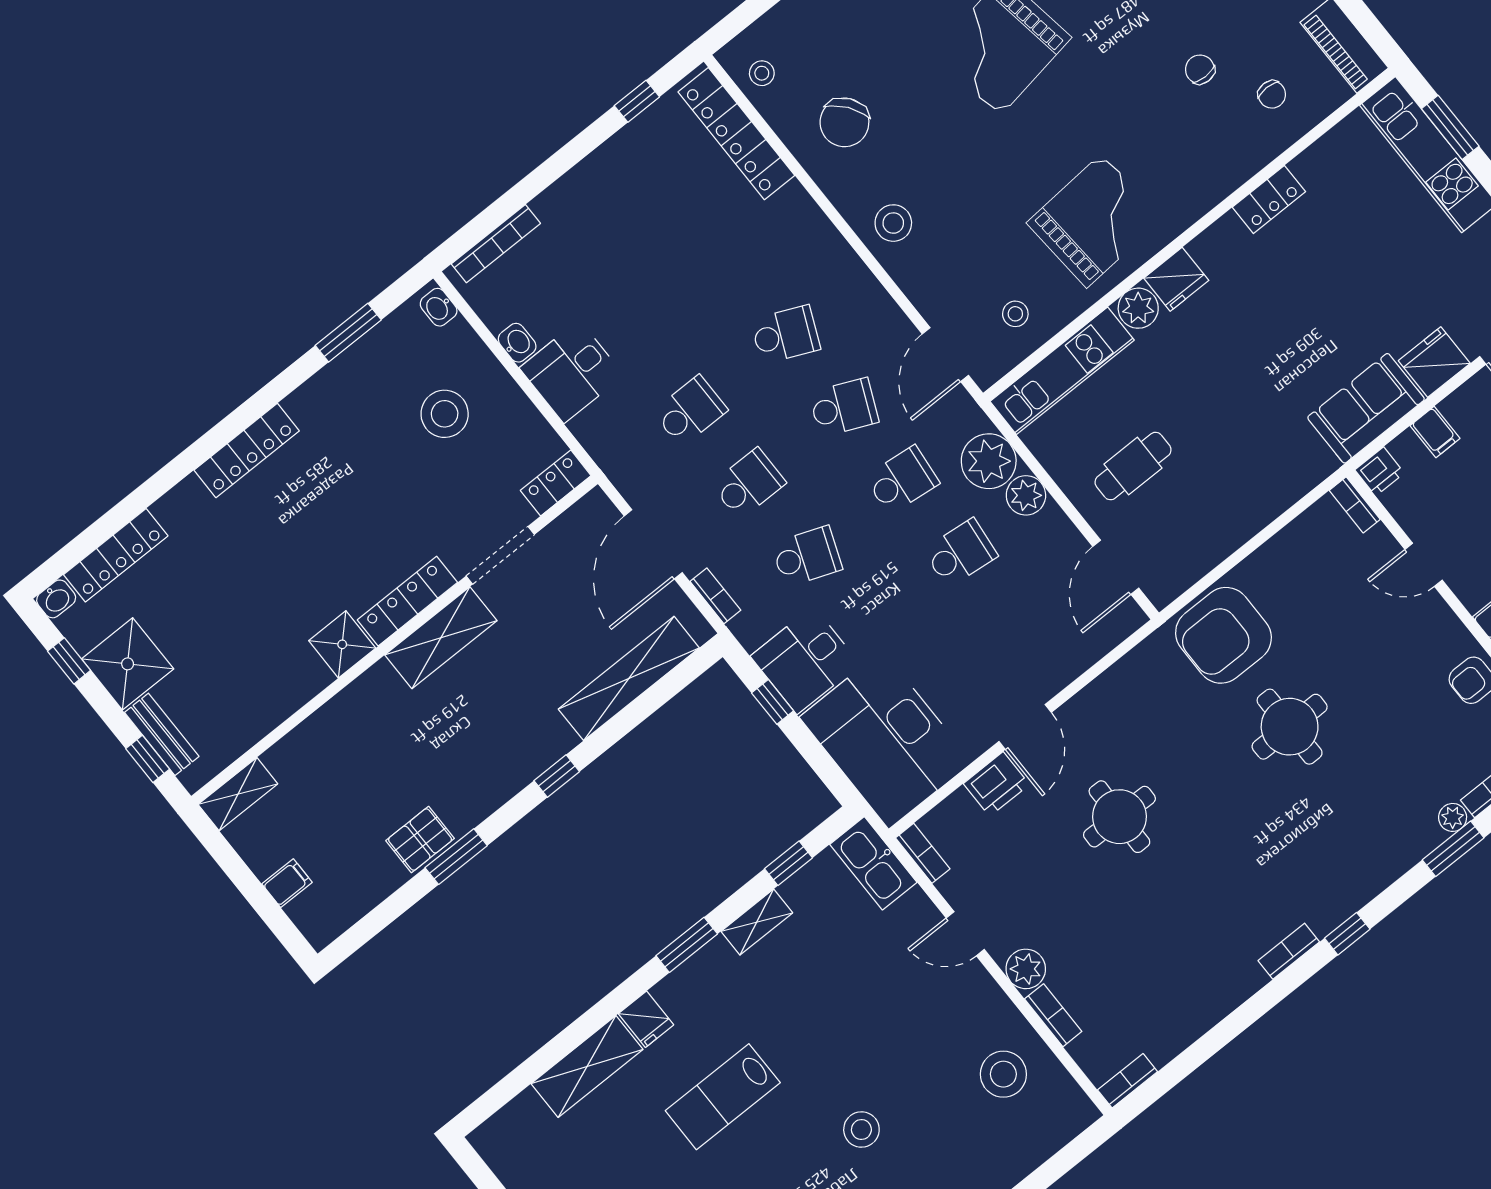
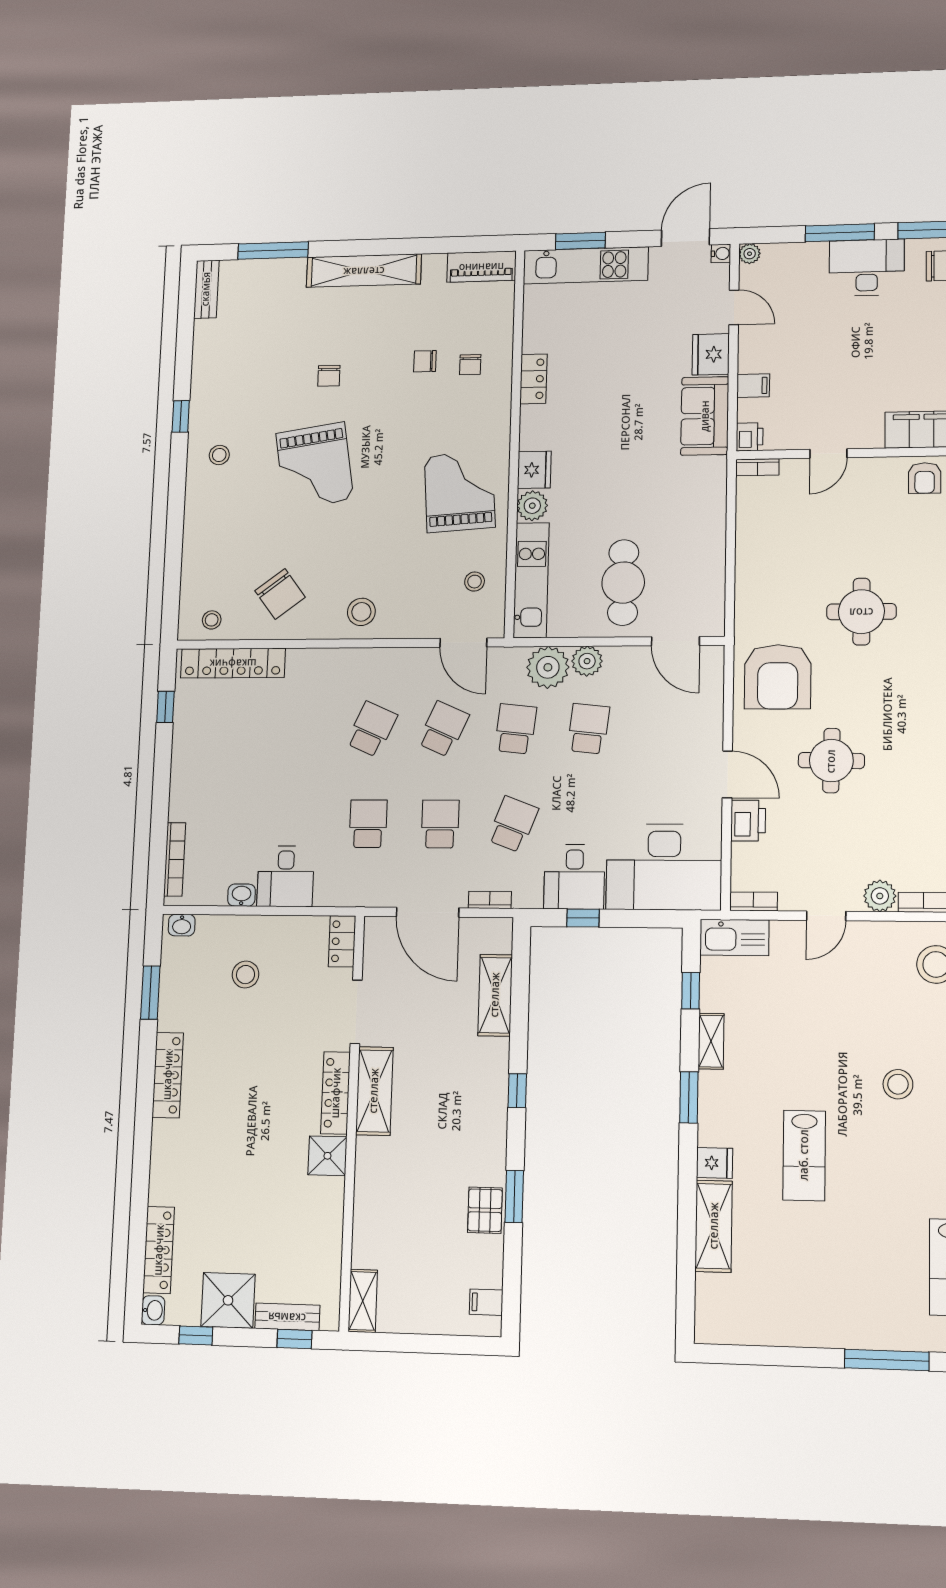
chair: (1272, 94) -> (470, 365), moved, turned 90
stool: (445, 414) -> (246, 975), width x0.73, depth x0.73
locker: (247, 451) -> (168, 1075), moved
cafe table: (1133, 466) -> (623, 582), width x1.37, depth x1.35
armchair: (1223, 635) -> (778, 677), moved
shelving: (629, 678) -> (495, 995), width x0.68
filing cabinet: (287, 883) -> (486, 1302), moved, turned -90

